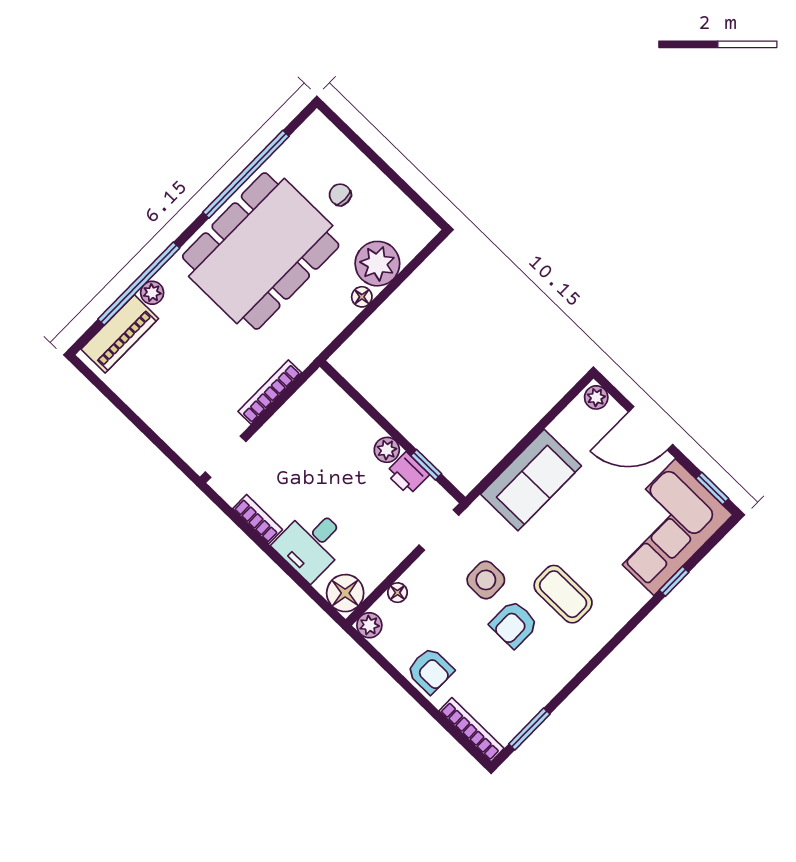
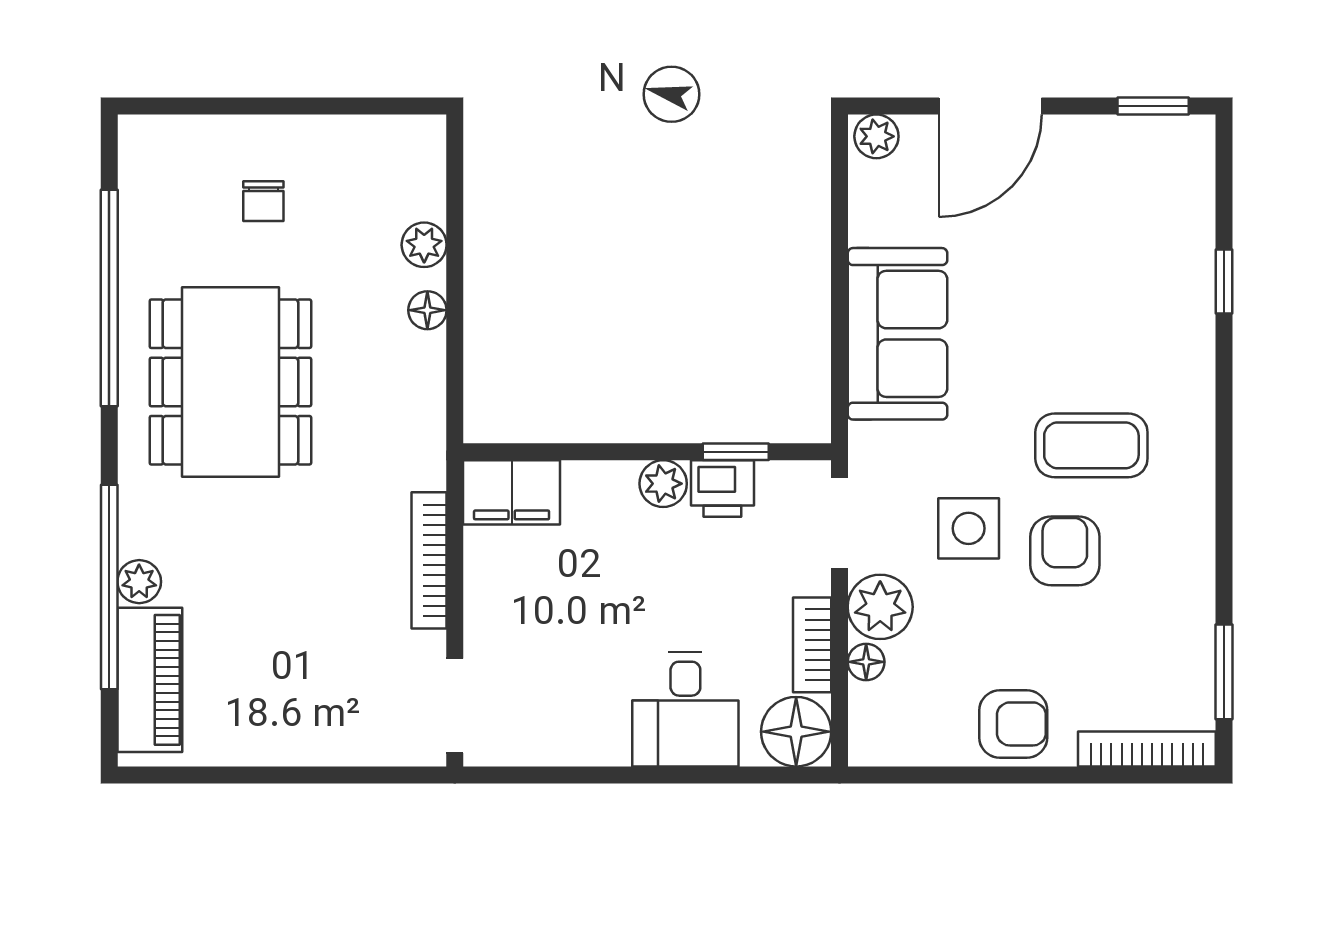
chair: (340, 195) -> (263, 201), turned -90
dining table: (261, 251) -> (230, 382), width x0.73, depth x0.80
plant: (377, 264) -> (424, 245), width x0.53, depth x0.53
filing cabinet: (326, 397) -> (512, 492), added
bookcase: (258, 519) -> (812, 645), moved, turned -90
corner sofa: (665, 527) -> (1140, 221), removed
armchair: (514, 624) -> (1065, 551), turned 180
plant: (369, 625) -> (880, 607), moved, width x1.38, depth x1.38

